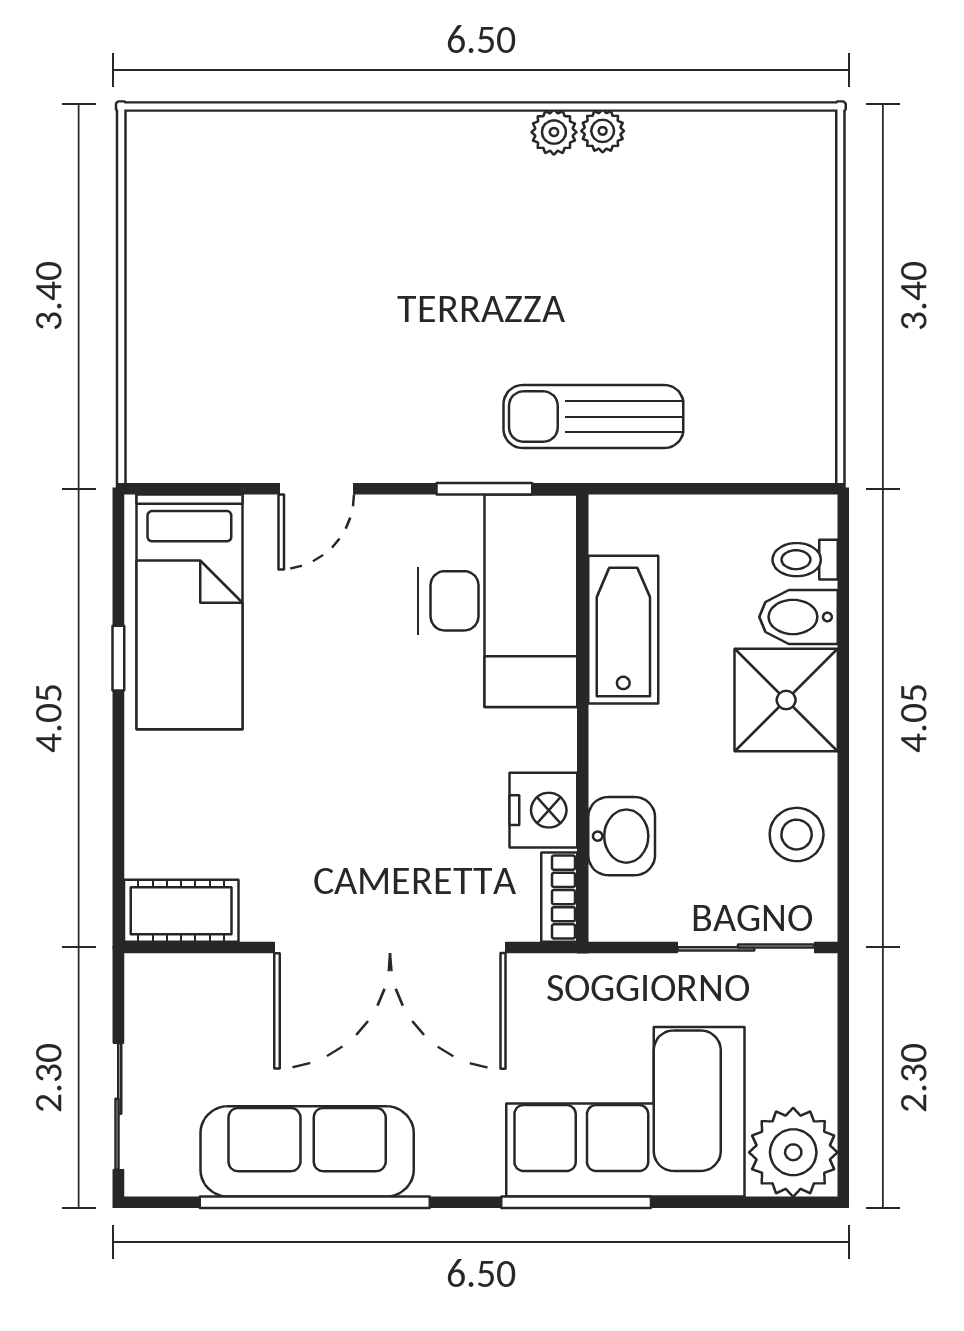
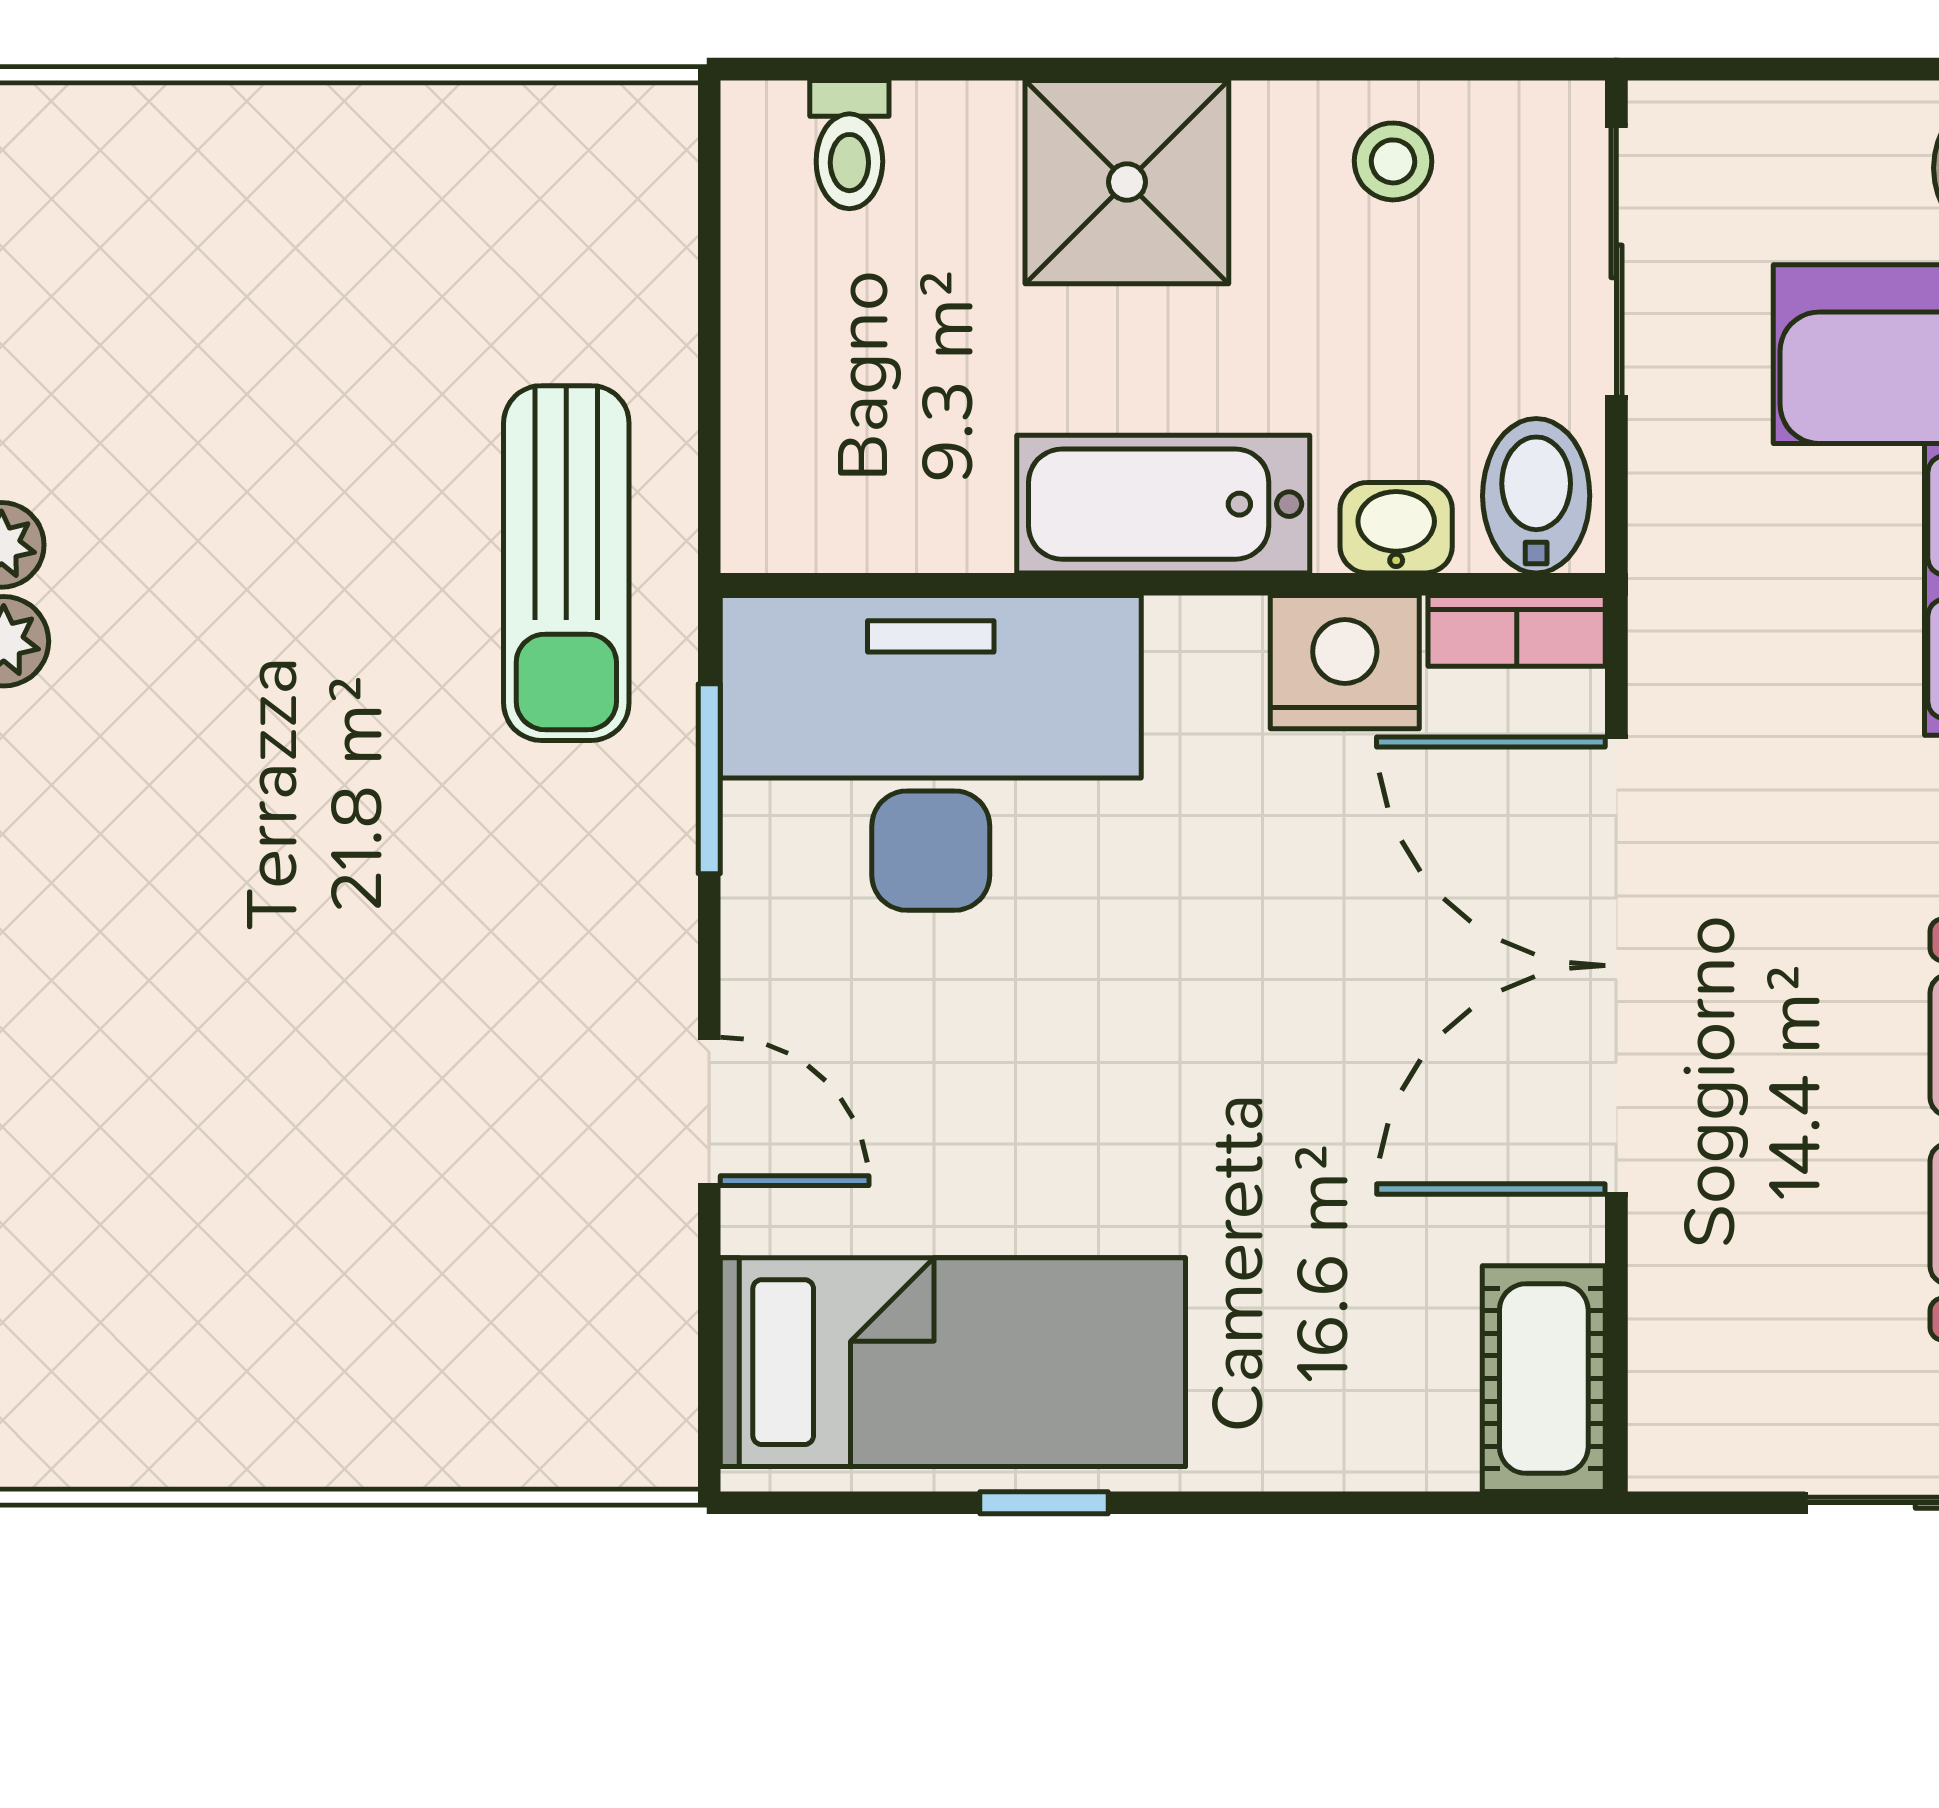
bidet: (798, 617) -> (1536, 496), moved, turned 180
bathtub: (623, 630) -> (1163, 504), moved
stool: (797, 835) -> (1393, 161), width x0.73, depth x0.73
washbasin: (622, 836) -> (1396, 528), width x0.72, depth x0.69
double door: (390, 947) -> (1616, 966), swing flipped

